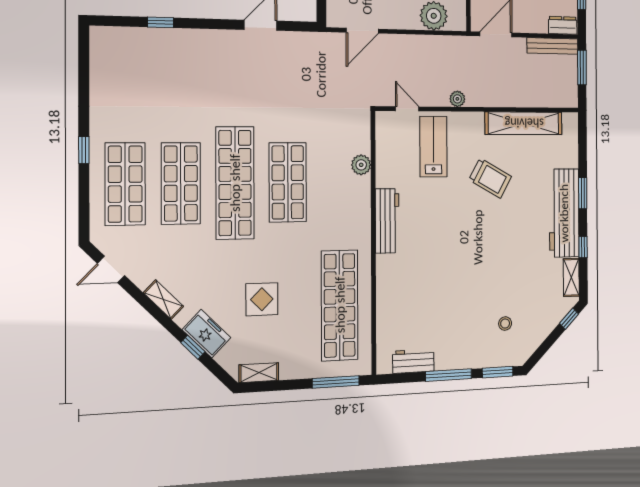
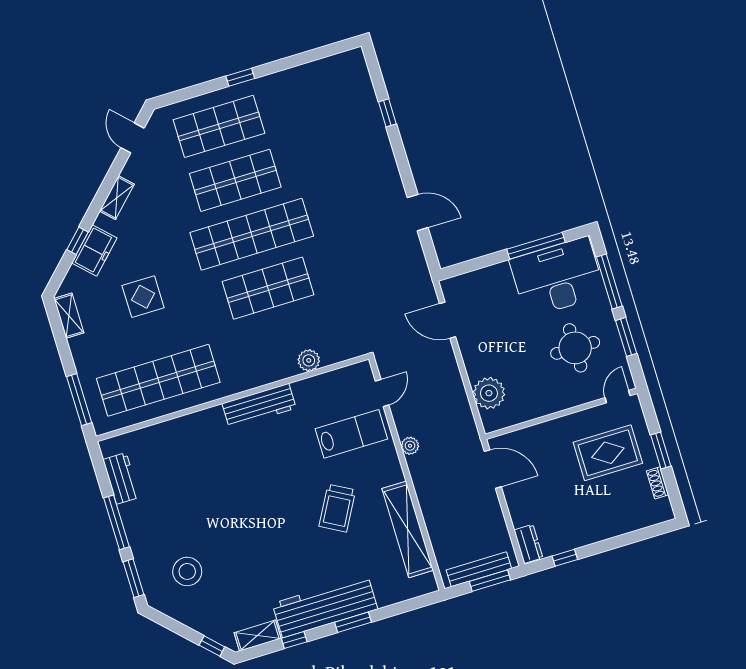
bench: (553, 46) -> (479, 569), moved, turned 90
stool: (505, 324) -> (187, 571), width x1.89, depth x1.89

